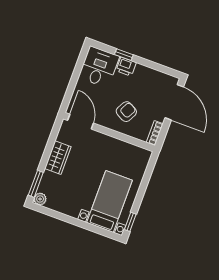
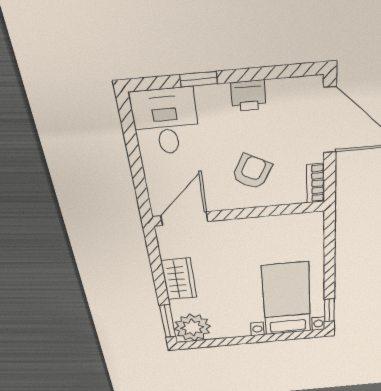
printer: (126, 67) -> (248, 96), moved
door: (81, 122) -> (184, 219), hinge flipped
plant: (40, 199) -> (192, 328), width x1.88, depth x1.88

